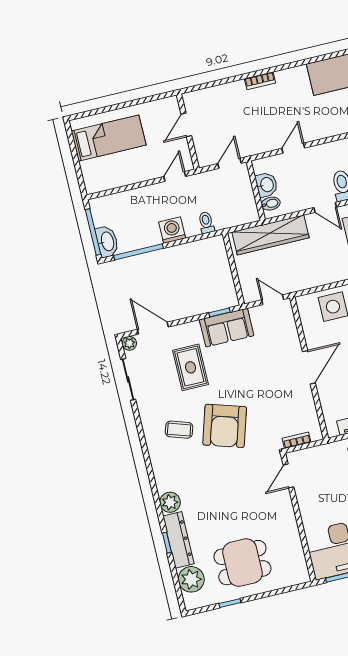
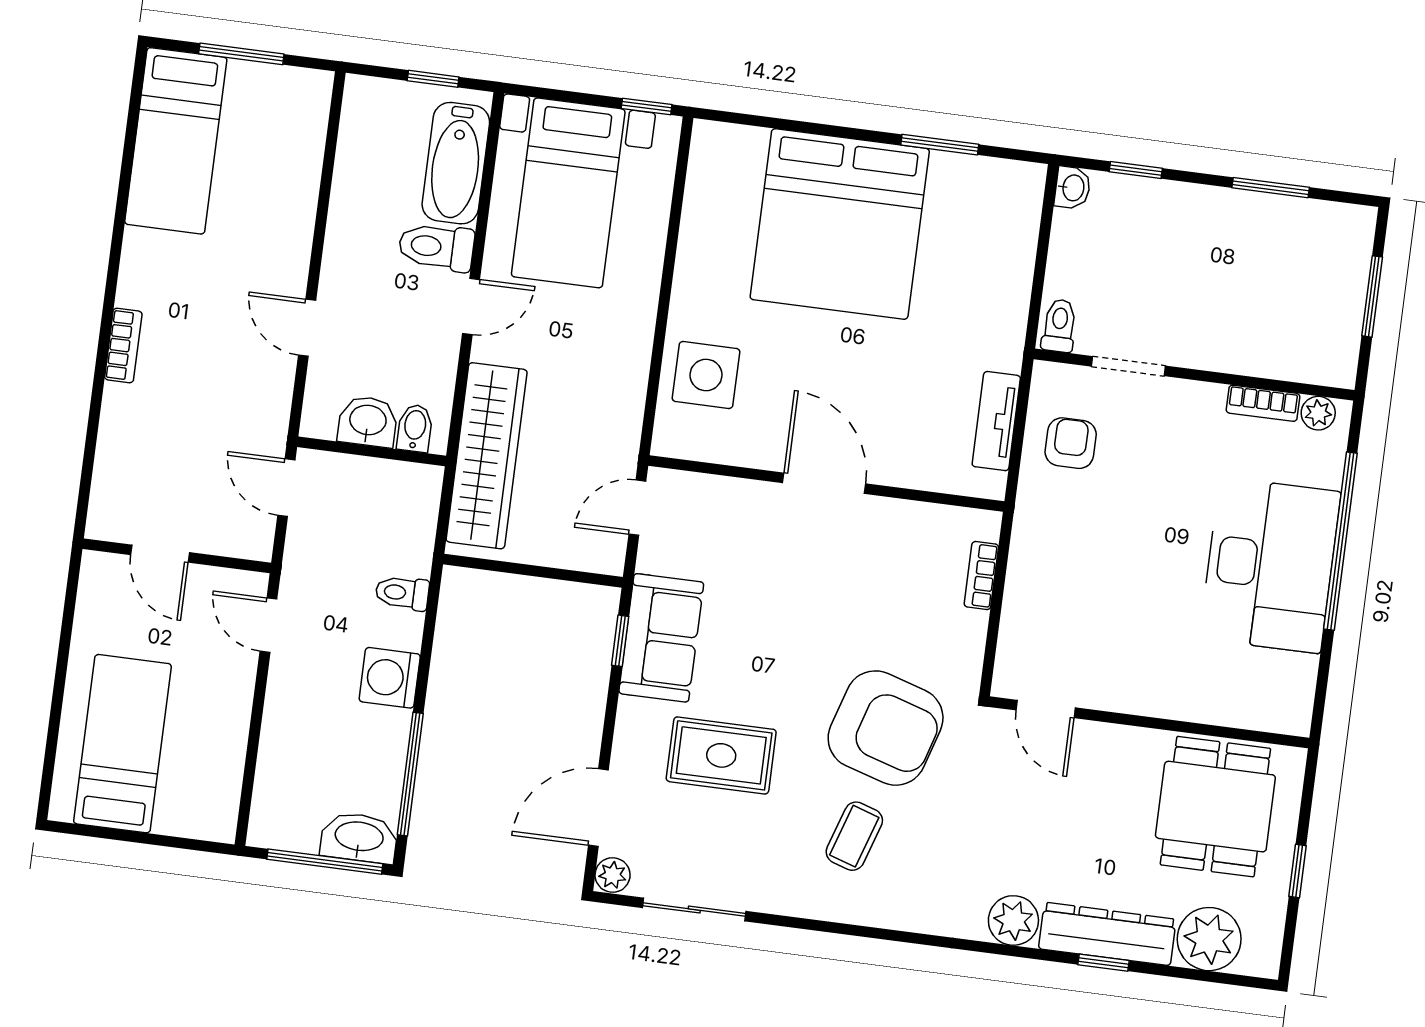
door: (288, 476) -> (1046, 709), moved
wall: (298, 517) -> (1149, 722), moved

